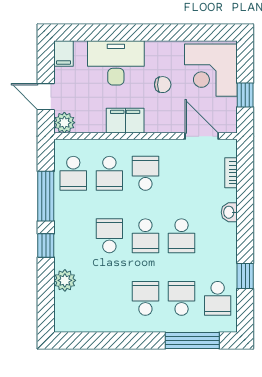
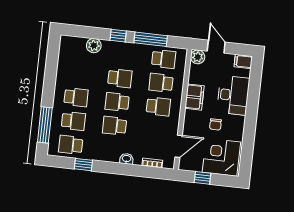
door: (46, 97) -> (216, 47), hinge flipped
school desk: (73, 173) -> (164, 59), turned 180

